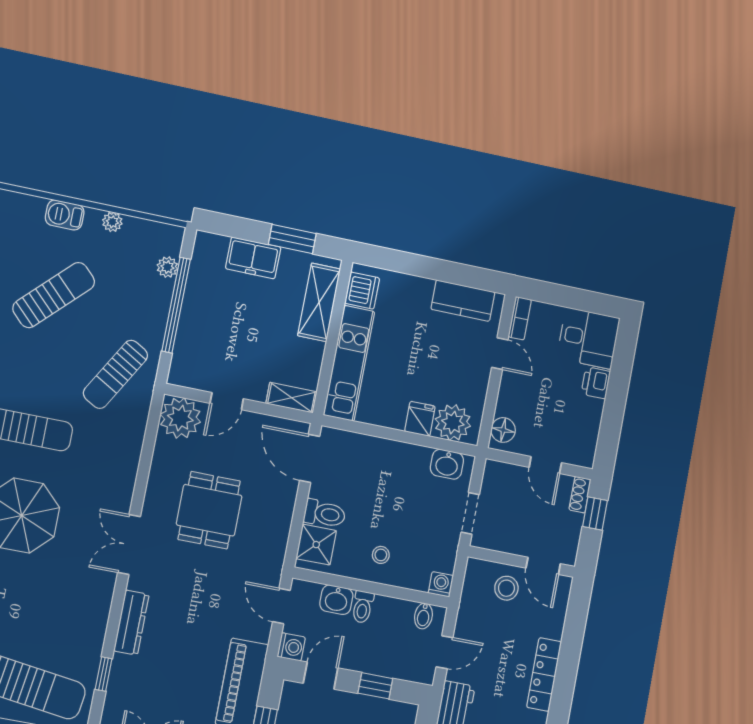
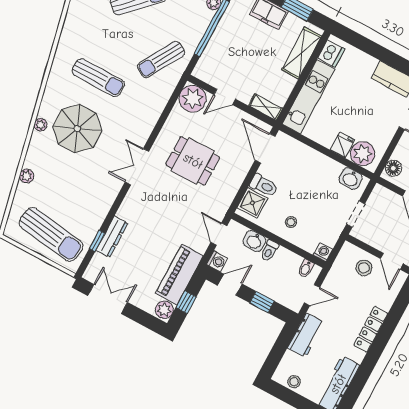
dining table: (209, 510) -> (193, 161), turned 90
dresser: (131, 623) -> (112, 237), moved

